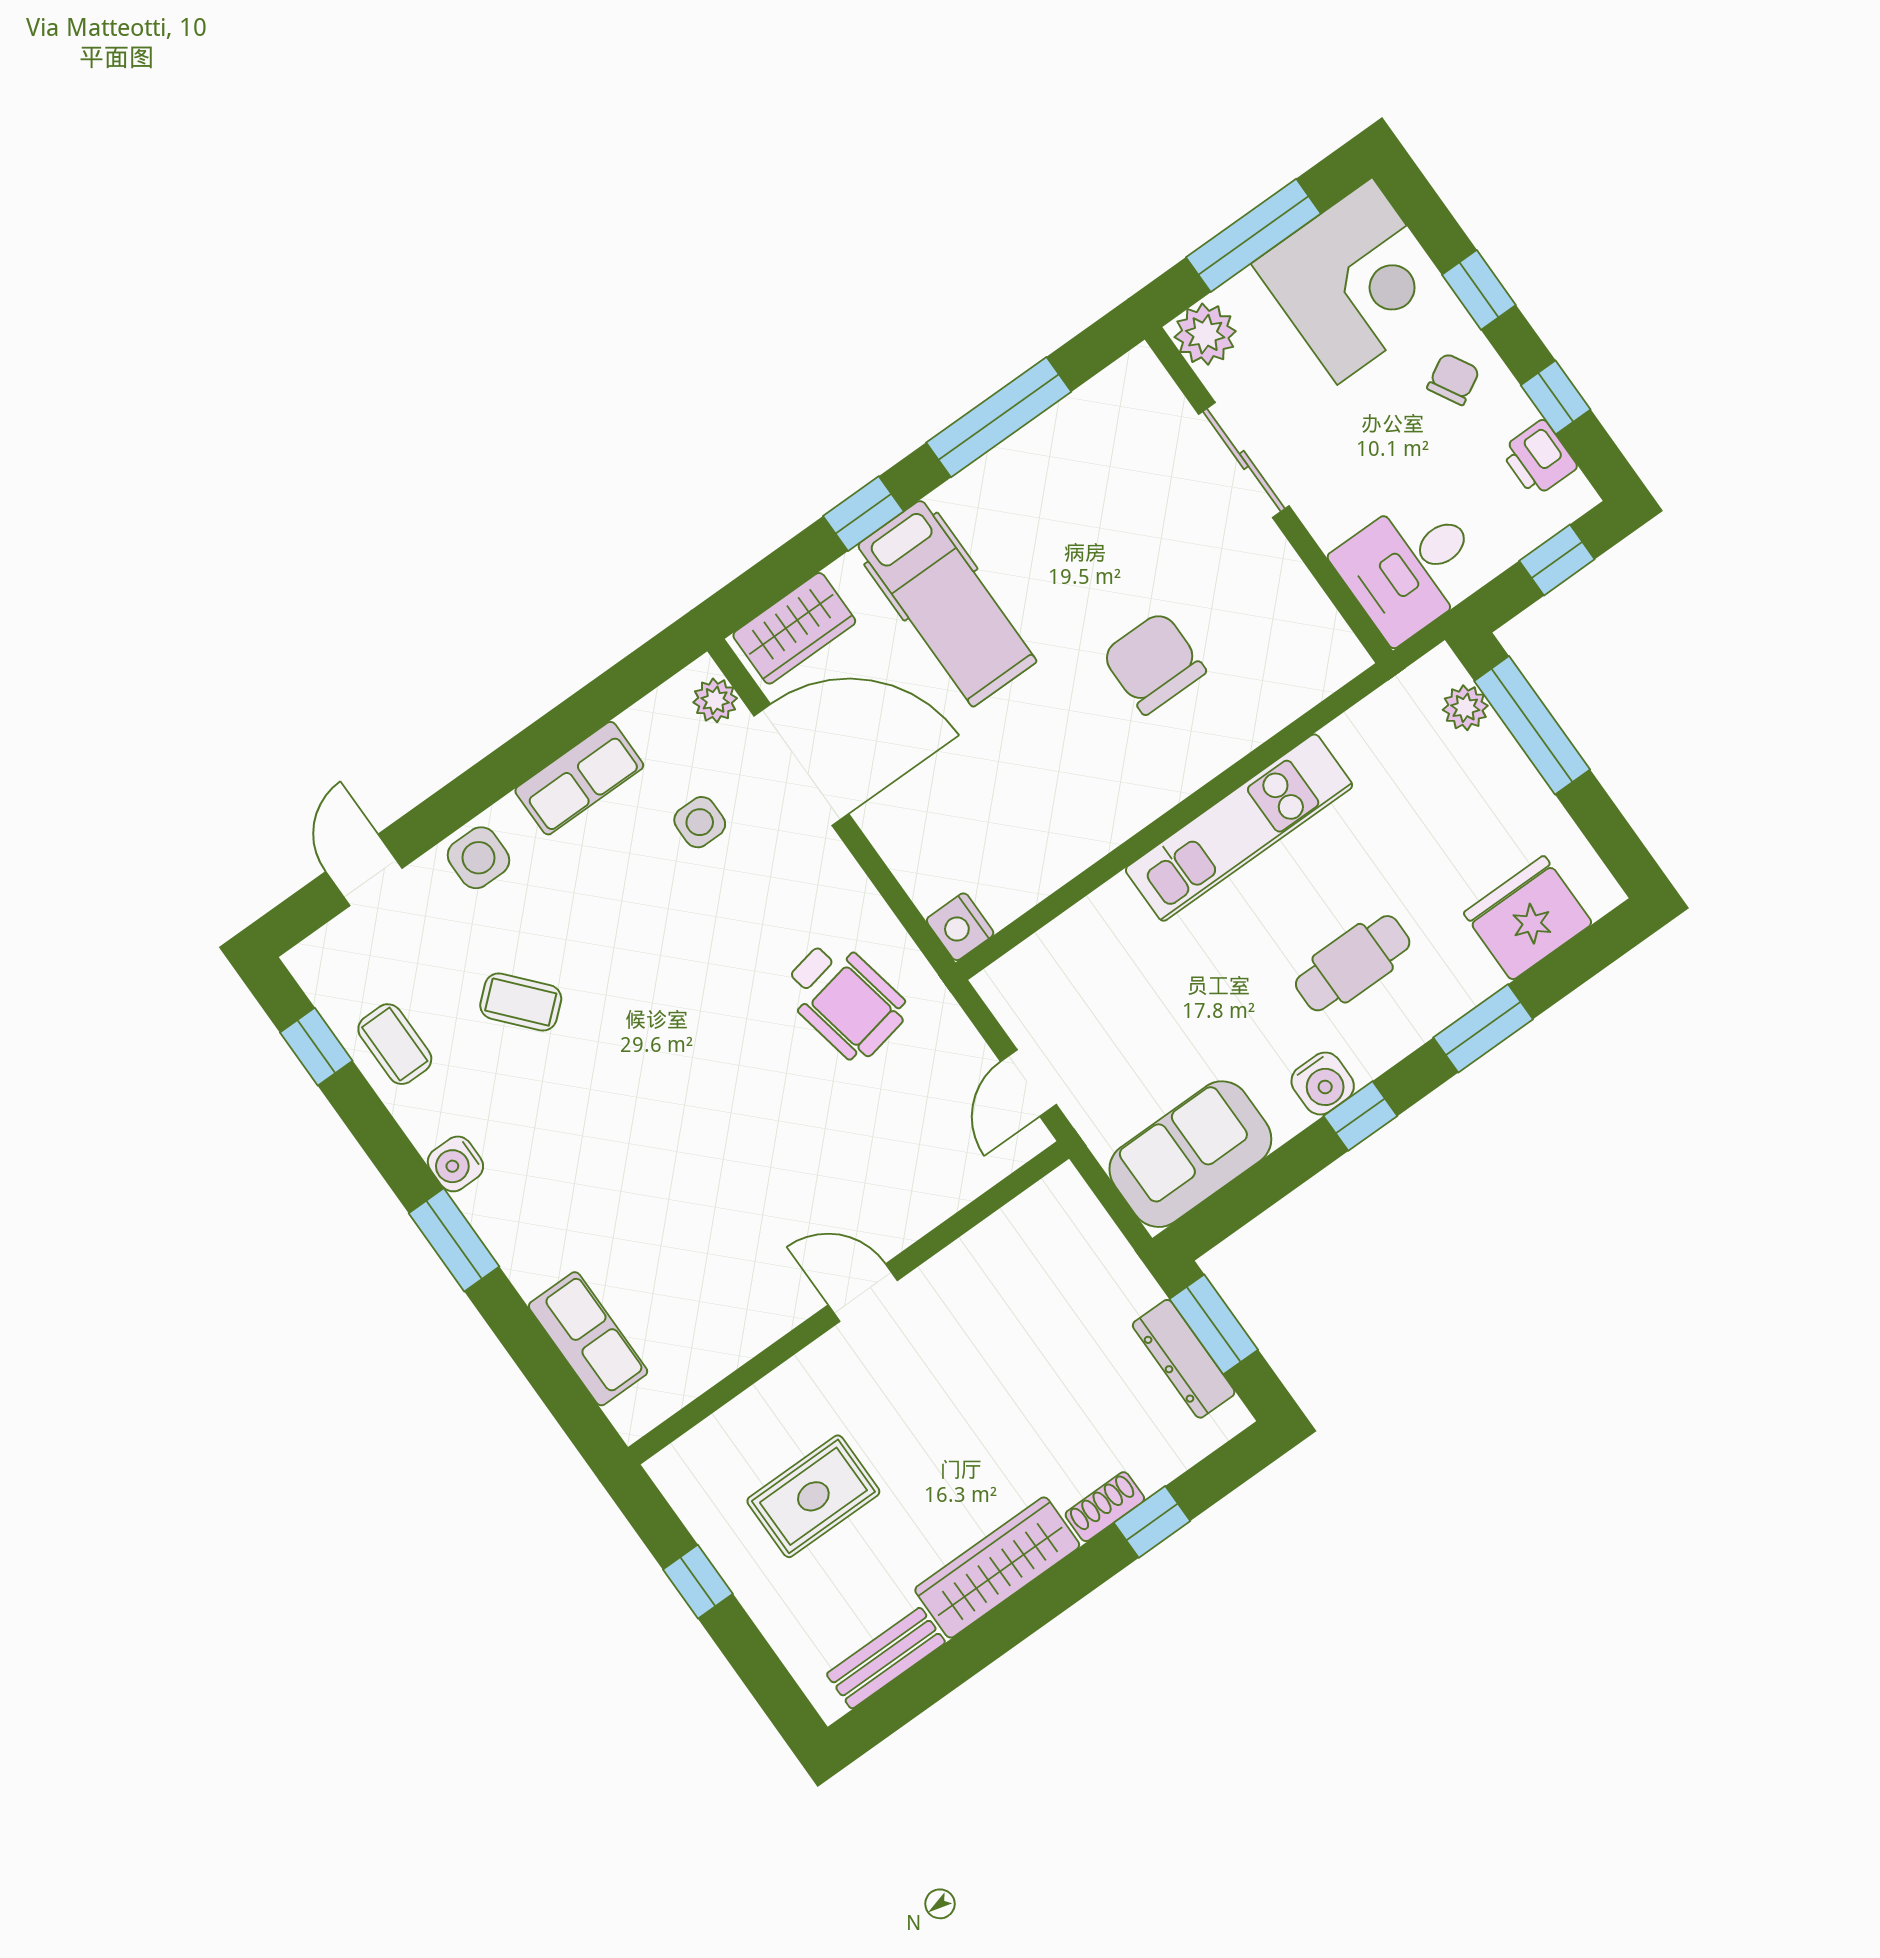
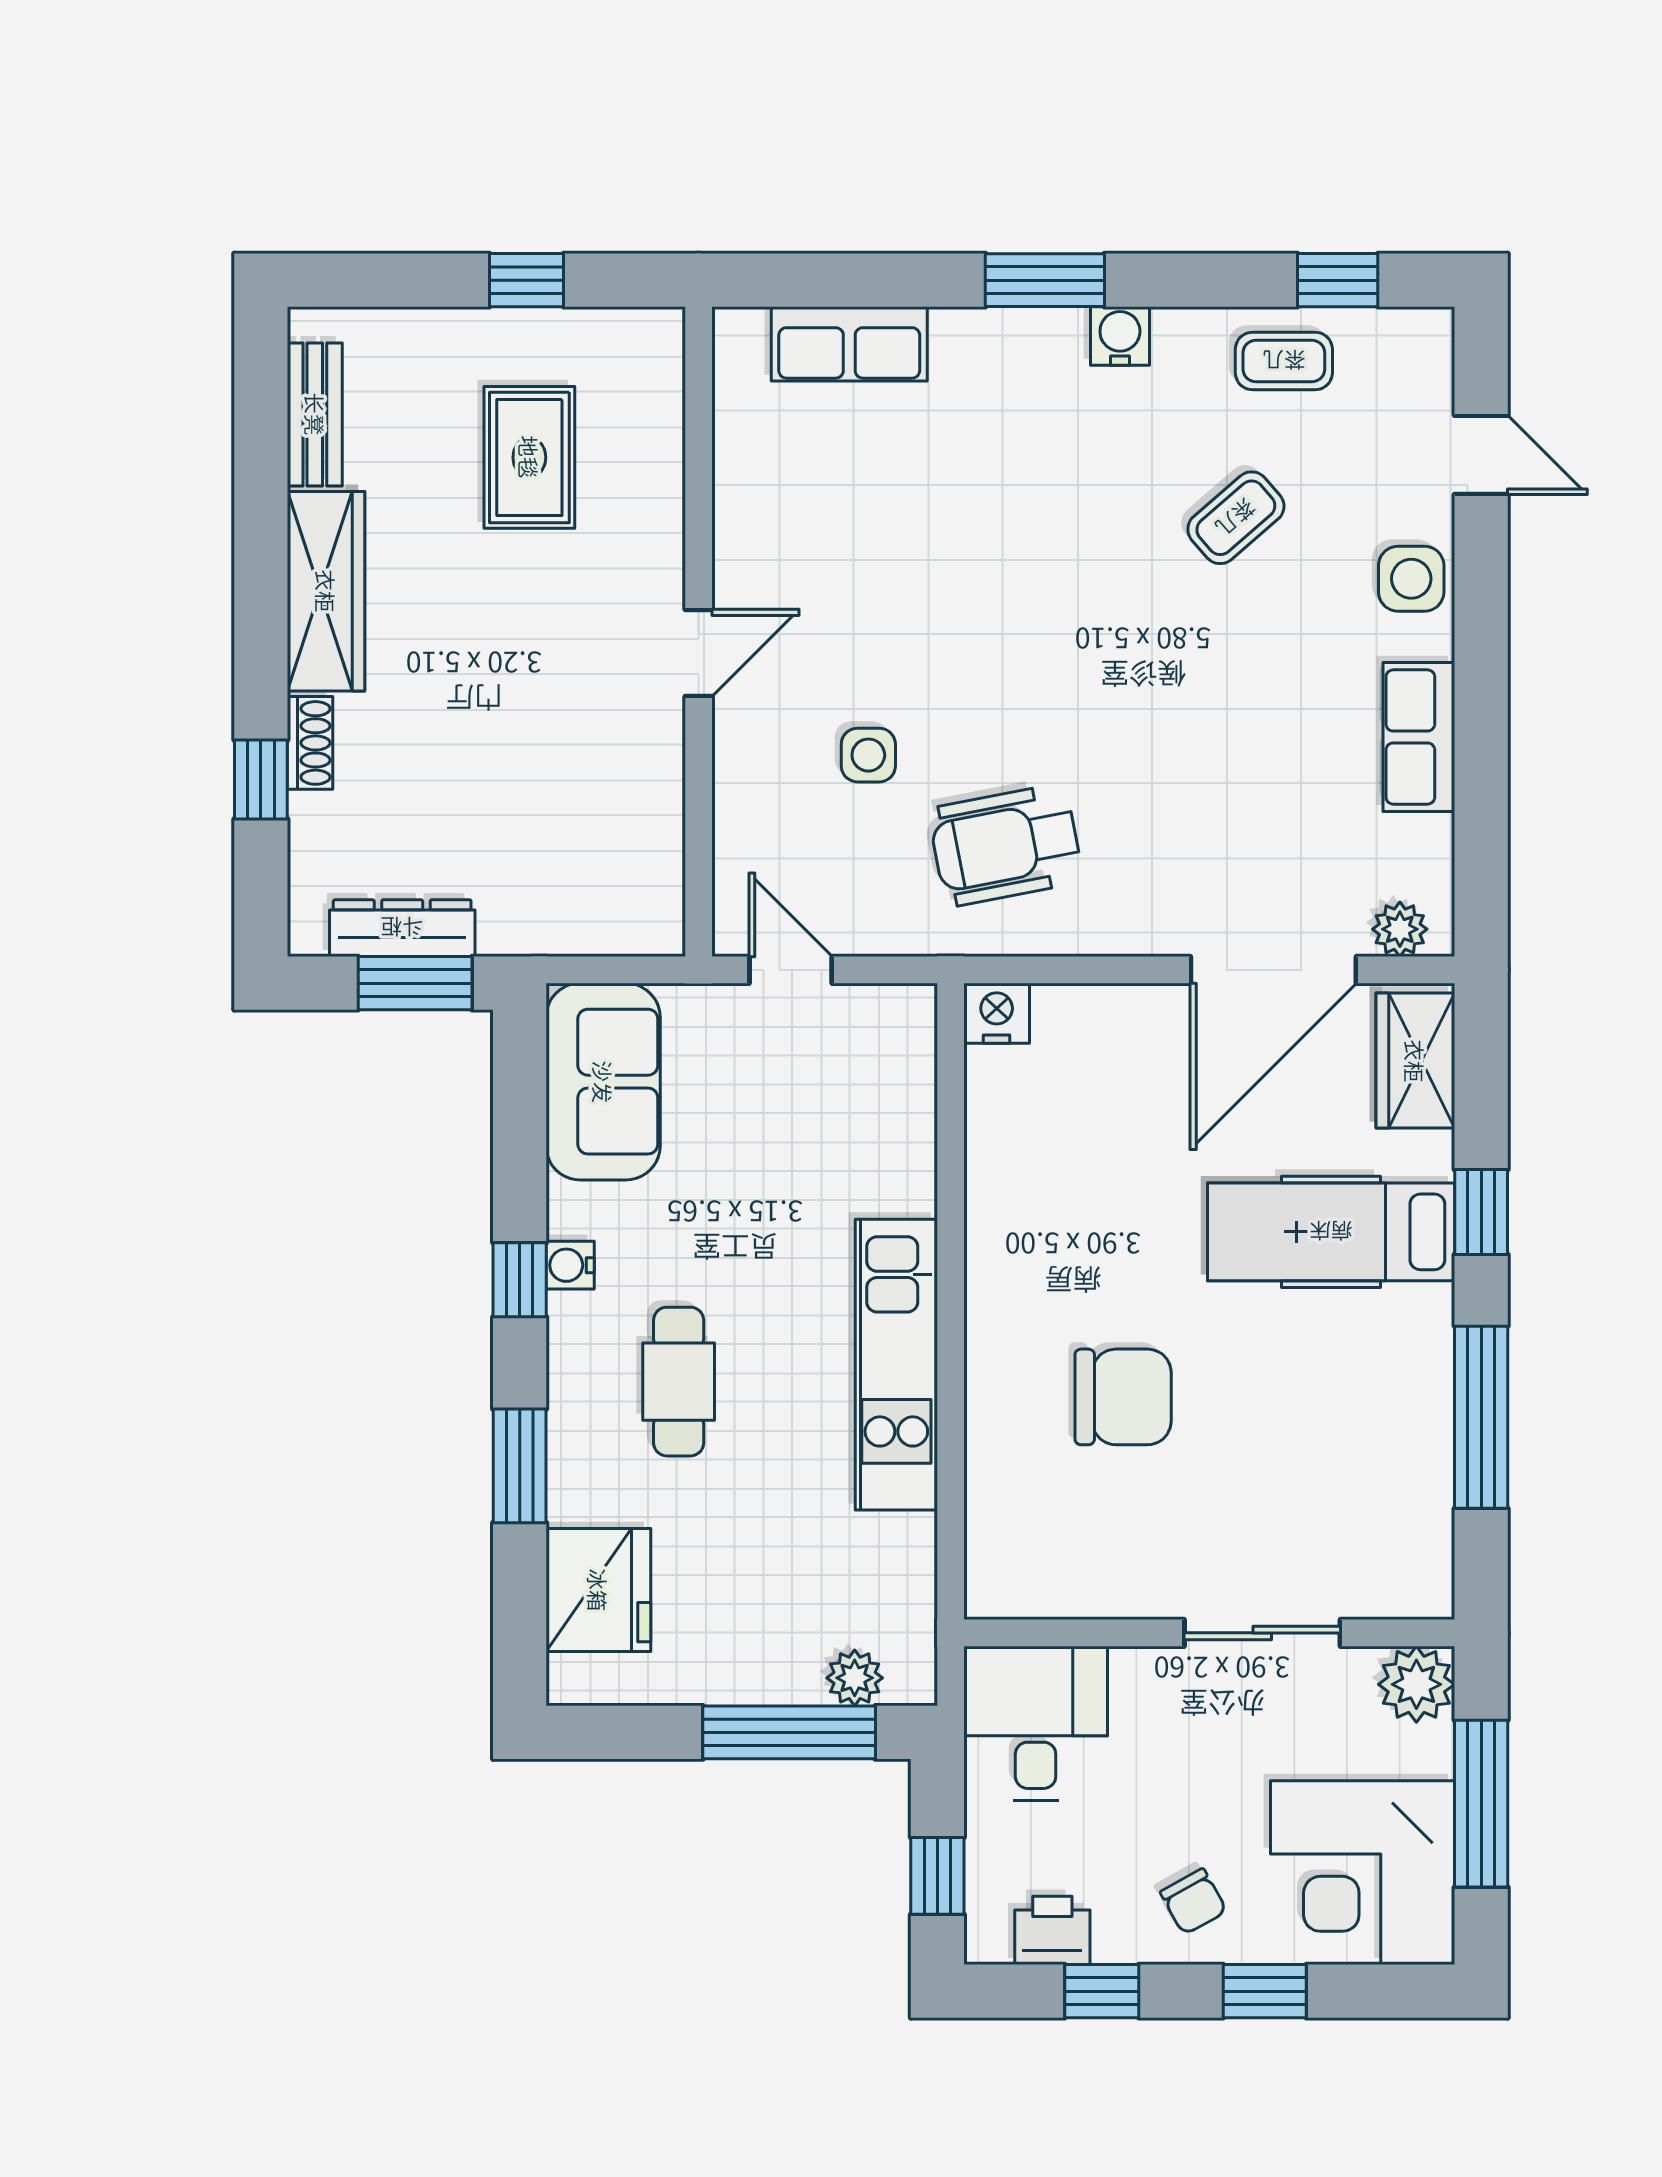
side table: (700, 822) -> (868, 755), moved
water cooler: (1323, 1083) -> (570, 1265), width x0.72, depth x0.72

